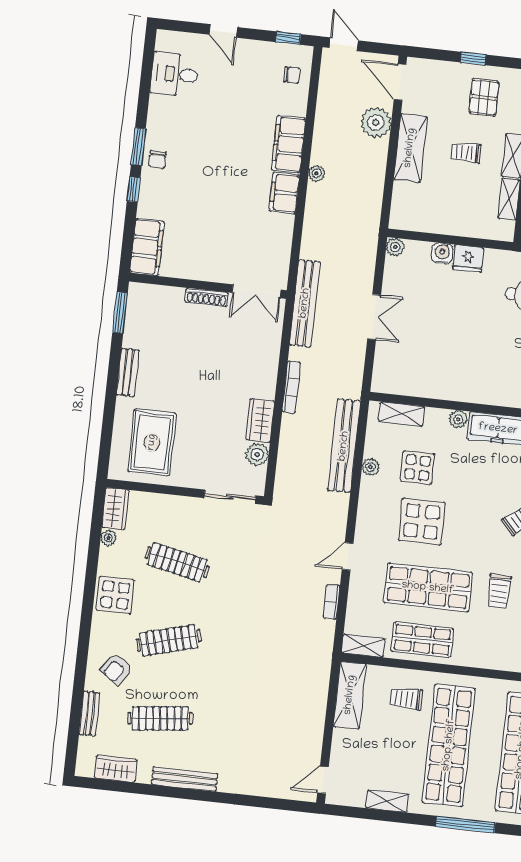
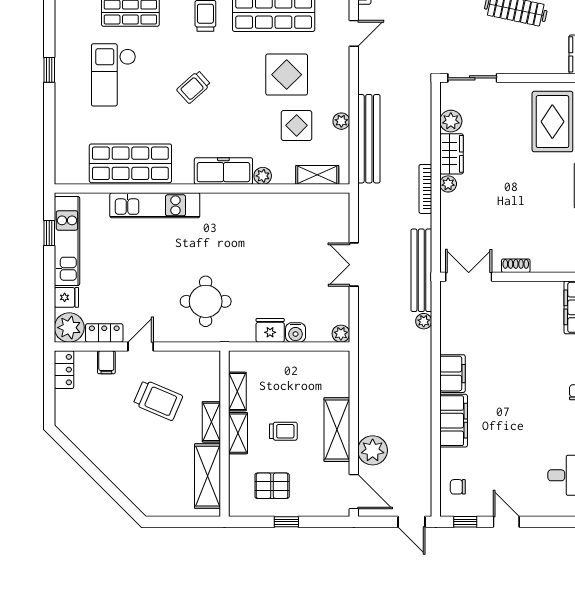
door: (223, 31) -> (506, 522), moved
pallet: (484, 97) -> (272, 486), turned 90
plant: (317, 173) -> (424, 321), moved
shoe rack: (206, 297) -> (516, 266), width x0.70
plant: (267, 390) -> (448, 184), added

